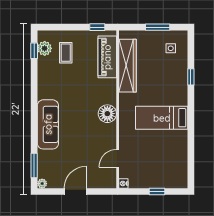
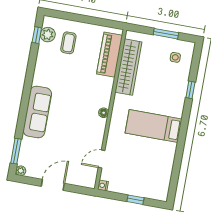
window: (97, 27) -> (105, 23), removed
floor lamp: (107, 114) -> (104, 113), width x0.53, depth x0.53

